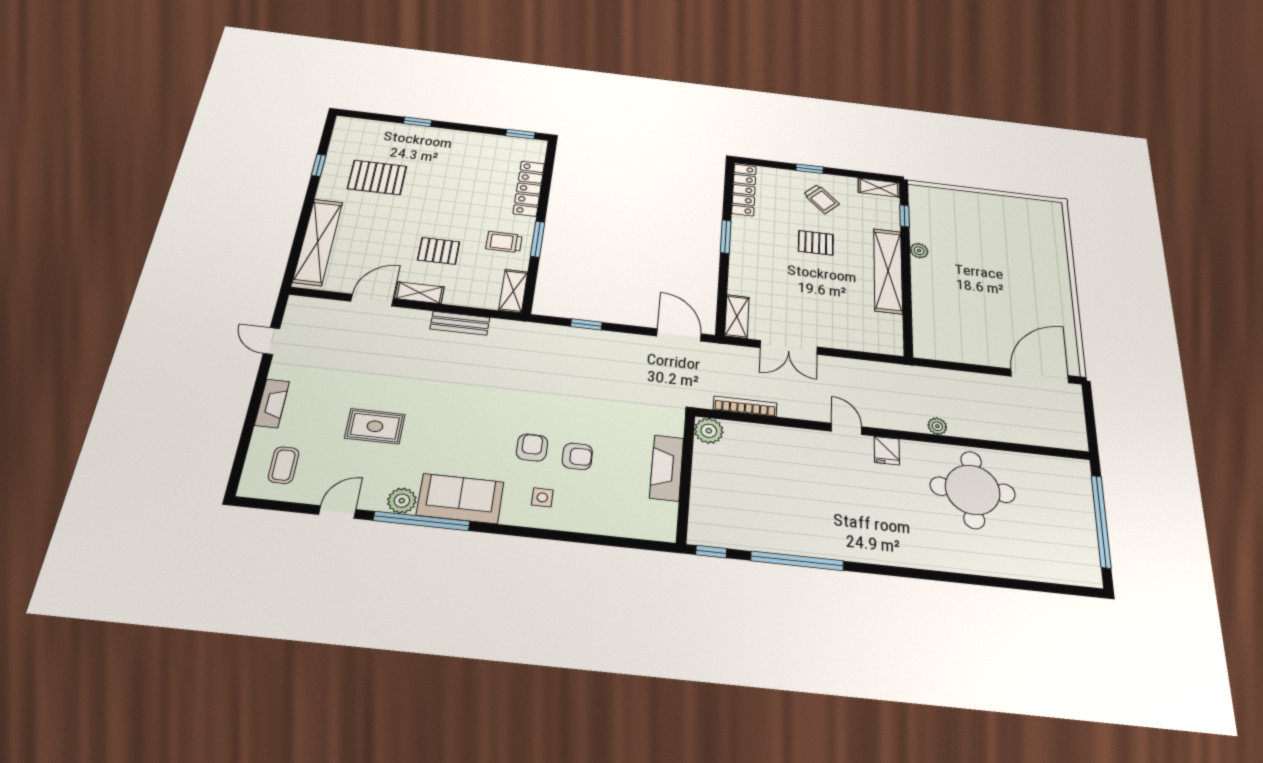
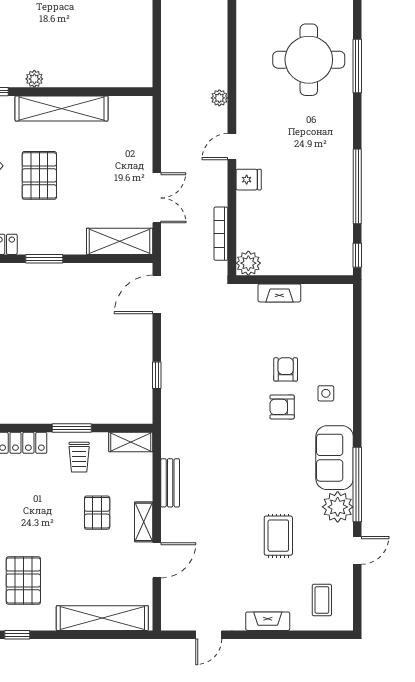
pallet: (816, 243) -> (39, 175), width x1.50, depth x1.42
door: (372, 300) -> (157, 560), swing flipped
shelving: (737, 316) -> (120, 241), width x1.50, depth x1.33
plant: (937, 426) -> (219, 98), moved
fridge: (887, 451) -> (249, 180), moved
coffee table: (284, 465) -> (322, 600), turned 90
fireplace: (667, 468) -> (279, 293), width x0.73, depth x0.76
round table: (973, 490) -> (309, 60), moved
plant: (402, 501) -> (338, 507), width x1.36, depth x1.36
door: (337, 512) -> (357, 550), swing flipped
window: (946, 577) -> (357, 66), added

